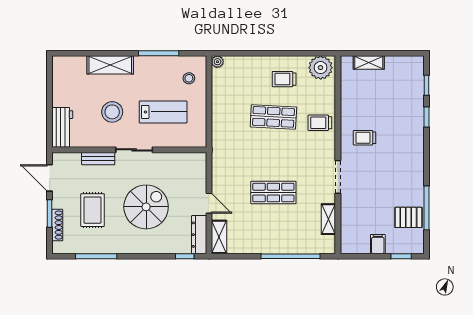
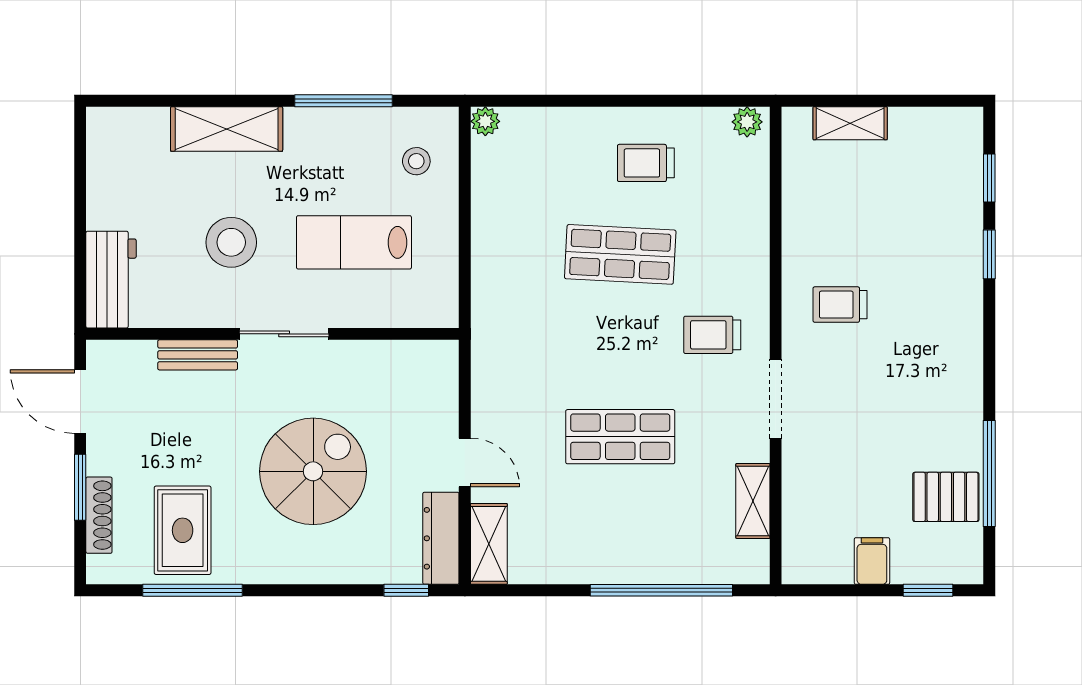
plant: (321, 68) -> (747, 122), width x0.53, depth x0.53
lab bench: (163, 112) -> (354, 242), turned 180
trolley: (320, 123) -> (712, 335), moved
rug: (92, 210) -> (183, 530), moved

